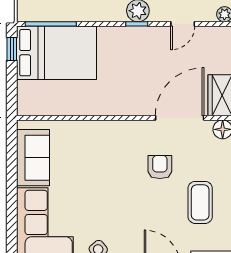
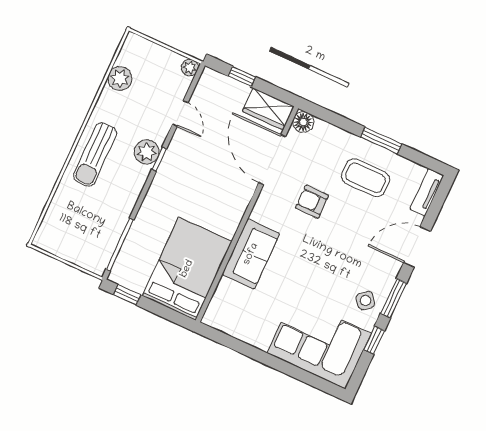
bed: (57, 53) -> (187, 269), moved
sofa: (33, 158) -> (251, 254), moved, turned 90

